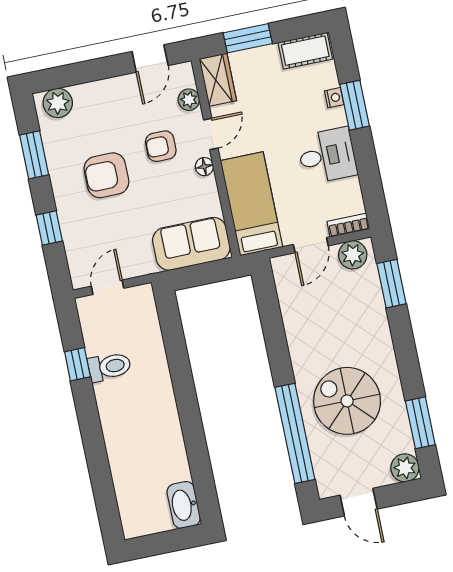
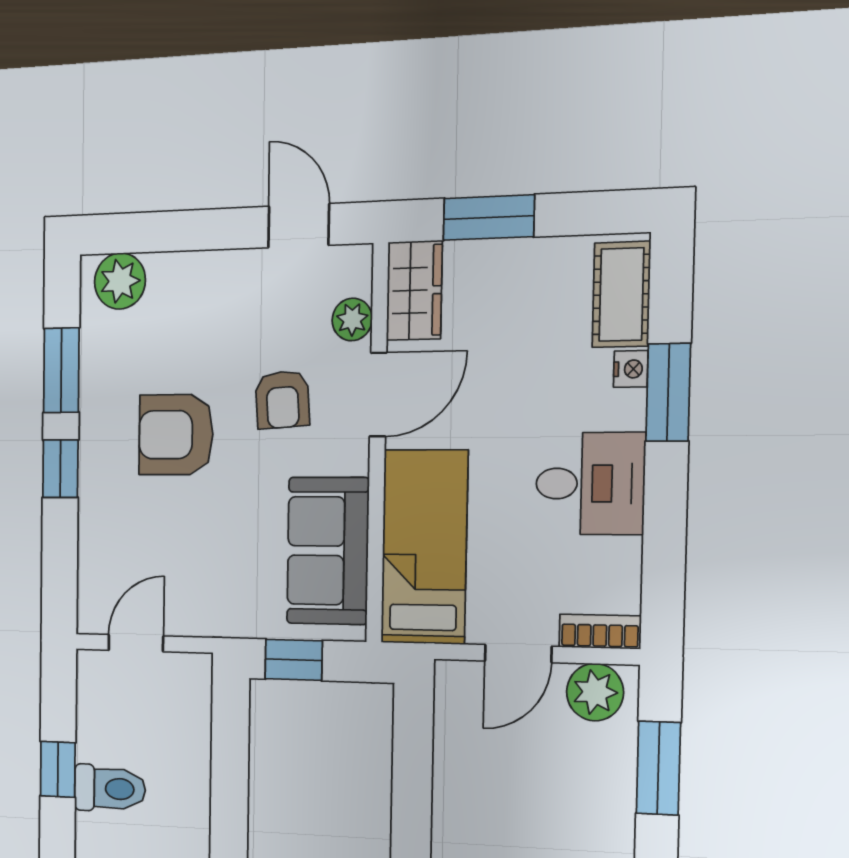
cot: (305, 51) -> (621, 295), moved, turned 90
door: (150, 58) -> (299, 226), swing flipped
door: (211, 134) -> (378, 395), width x1.37
armchair: (161, 146) -> (282, 400), turned -94
floor lamp: (204, 167) -> (353, 455), removed
window: (49, 228) -> (60, 469), moved
sofa: (191, 244) -> (328, 551), moved, turned -90
window: (196, 275) -> (294, 660), added

